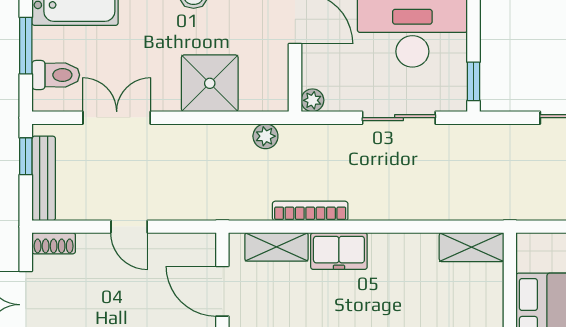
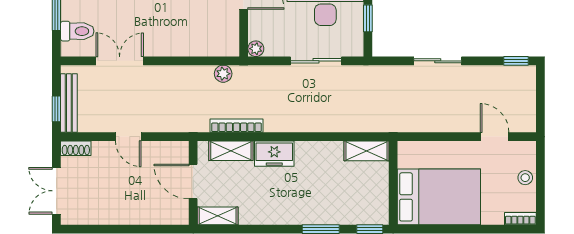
window: (474, 81) -> (368, 18), moved
shower: (210, 83) -> (184, 37), removed
window: (26, 156) -> (56, 109), moved
bookcase: (310, 211) -> (236, 126), moved

